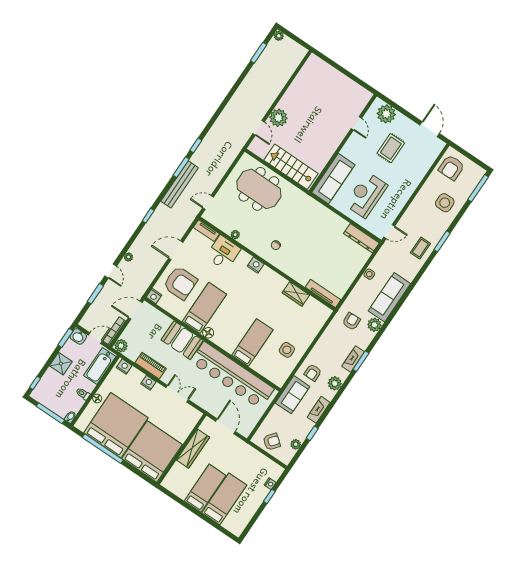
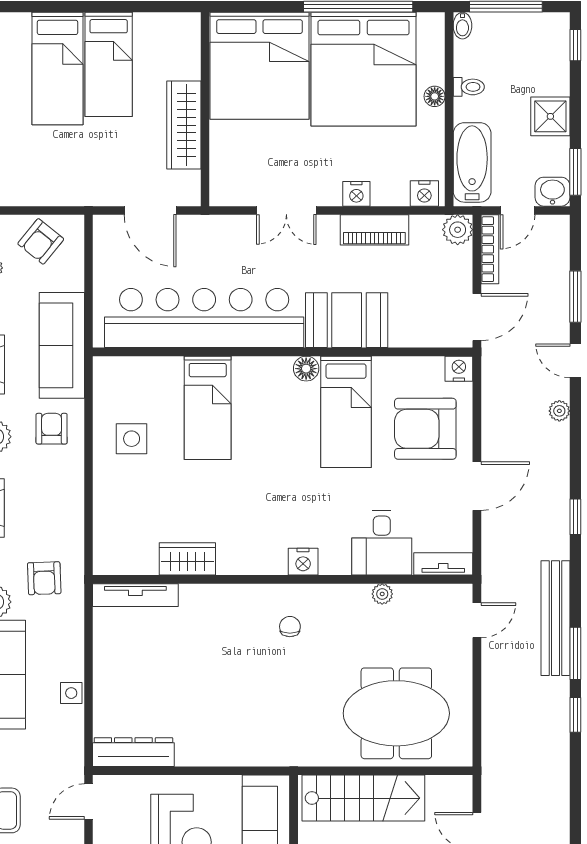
sofa: (293, 395) -> (62, 345), width x1.36

